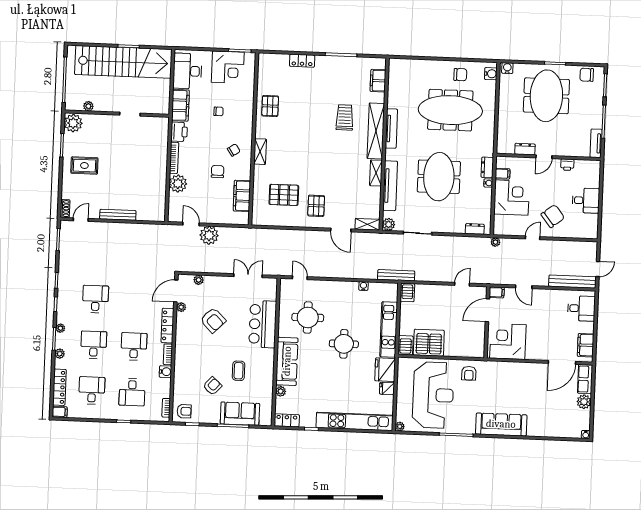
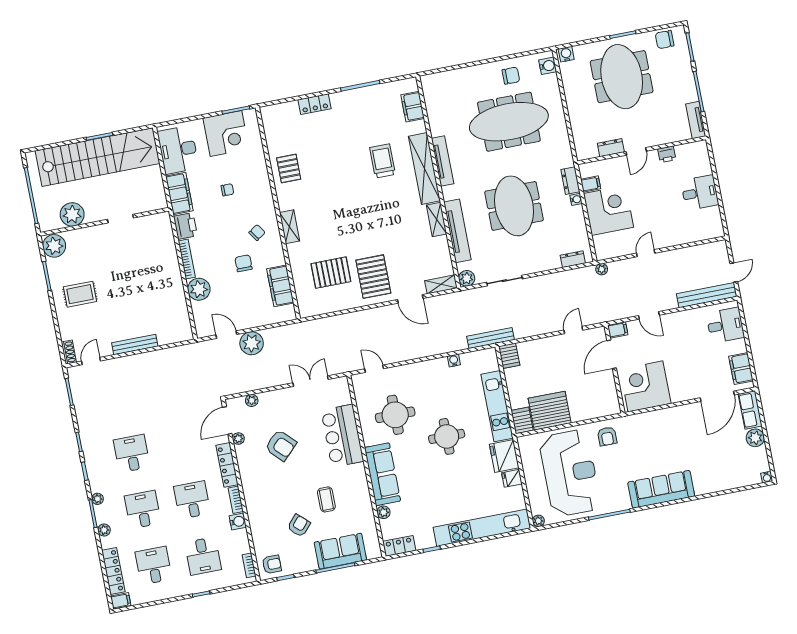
plant: (88, 106) -> (72, 214), width x1.87, depth x1.87
pallet: (316, 206) -> (373, 277), width x1.50, depth x1.42
chair: (553, 216) -> (664, 221), removed

